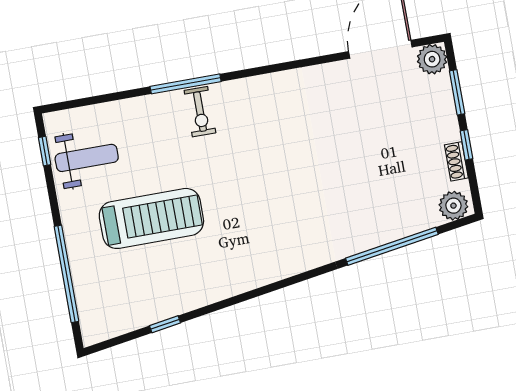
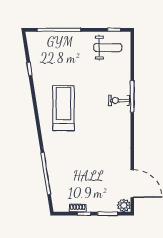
weight bench: (87, 158) -> (108, 48), turned -90
plant: (453, 206) -> (59, 203), removed
treadmill: (151, 218) -> (63, 108), moved, turned 180

